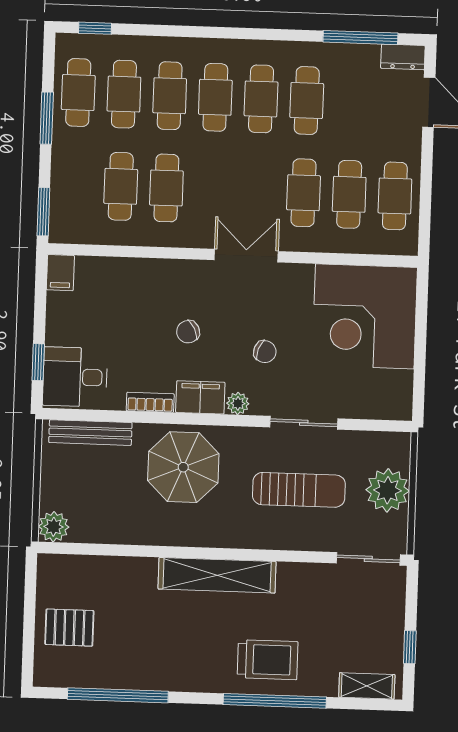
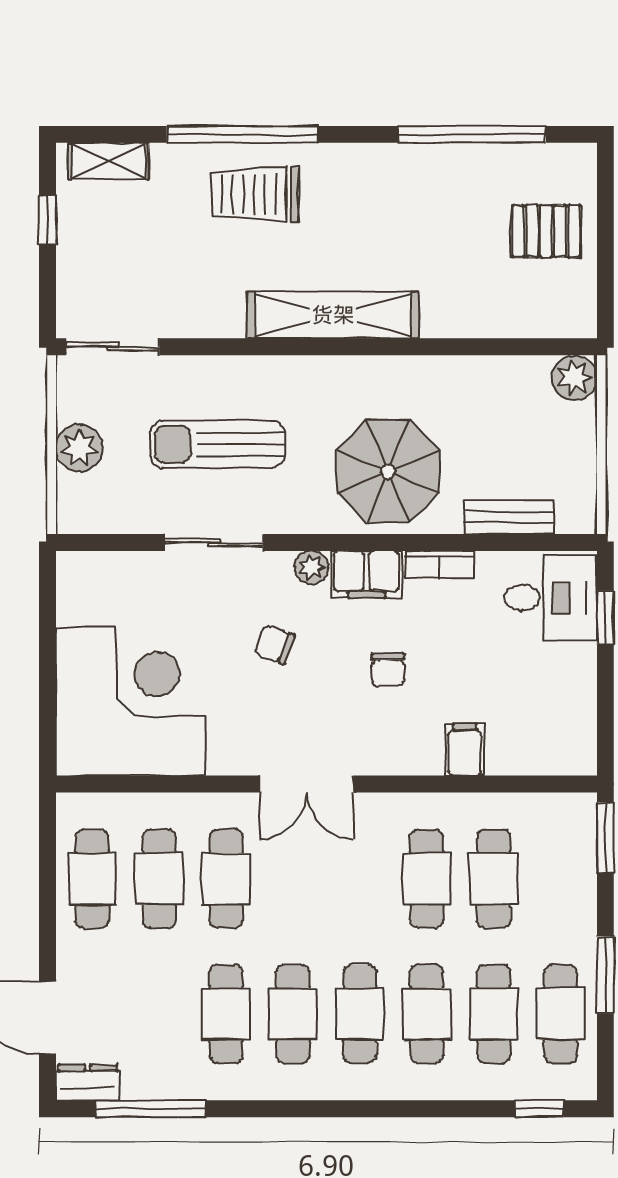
filing cabinet: (60, 273) -> (465, 750), moved
chair: (188, 332) -> (388, 670), turned 117
bench: (90, 433) -> (509, 517), width x0.73
plant: (388, 490) -> (79, 448), width x0.73, depth x0.73

